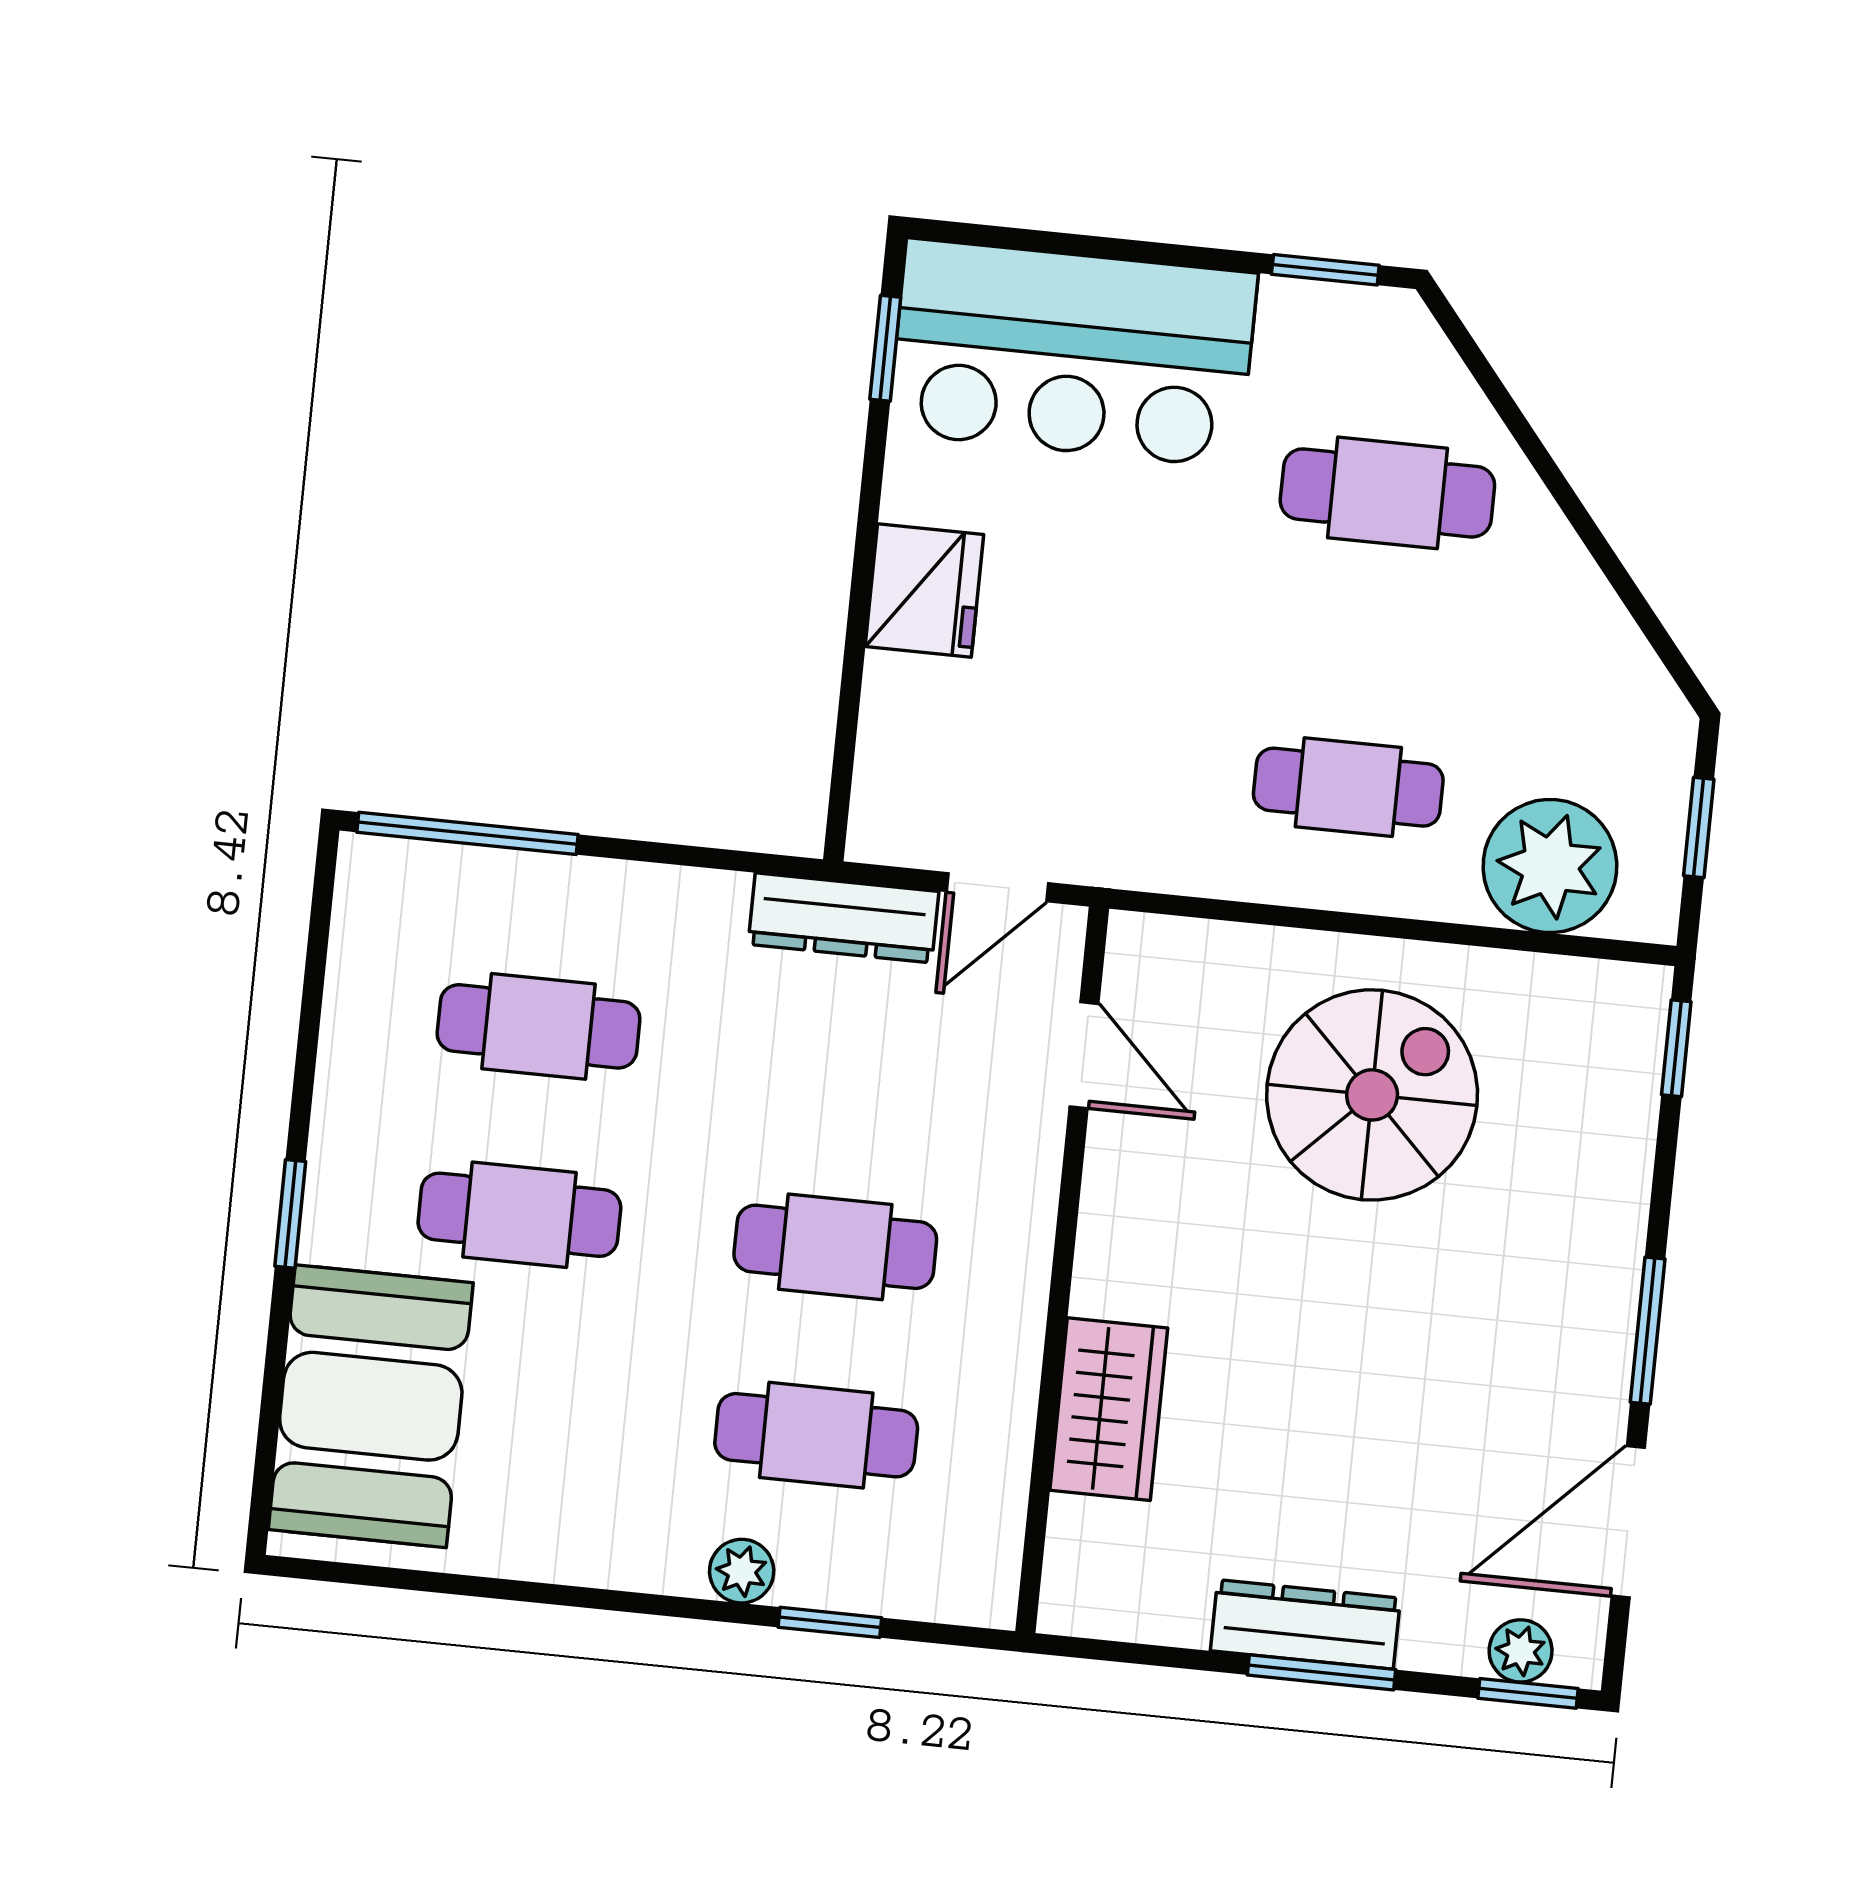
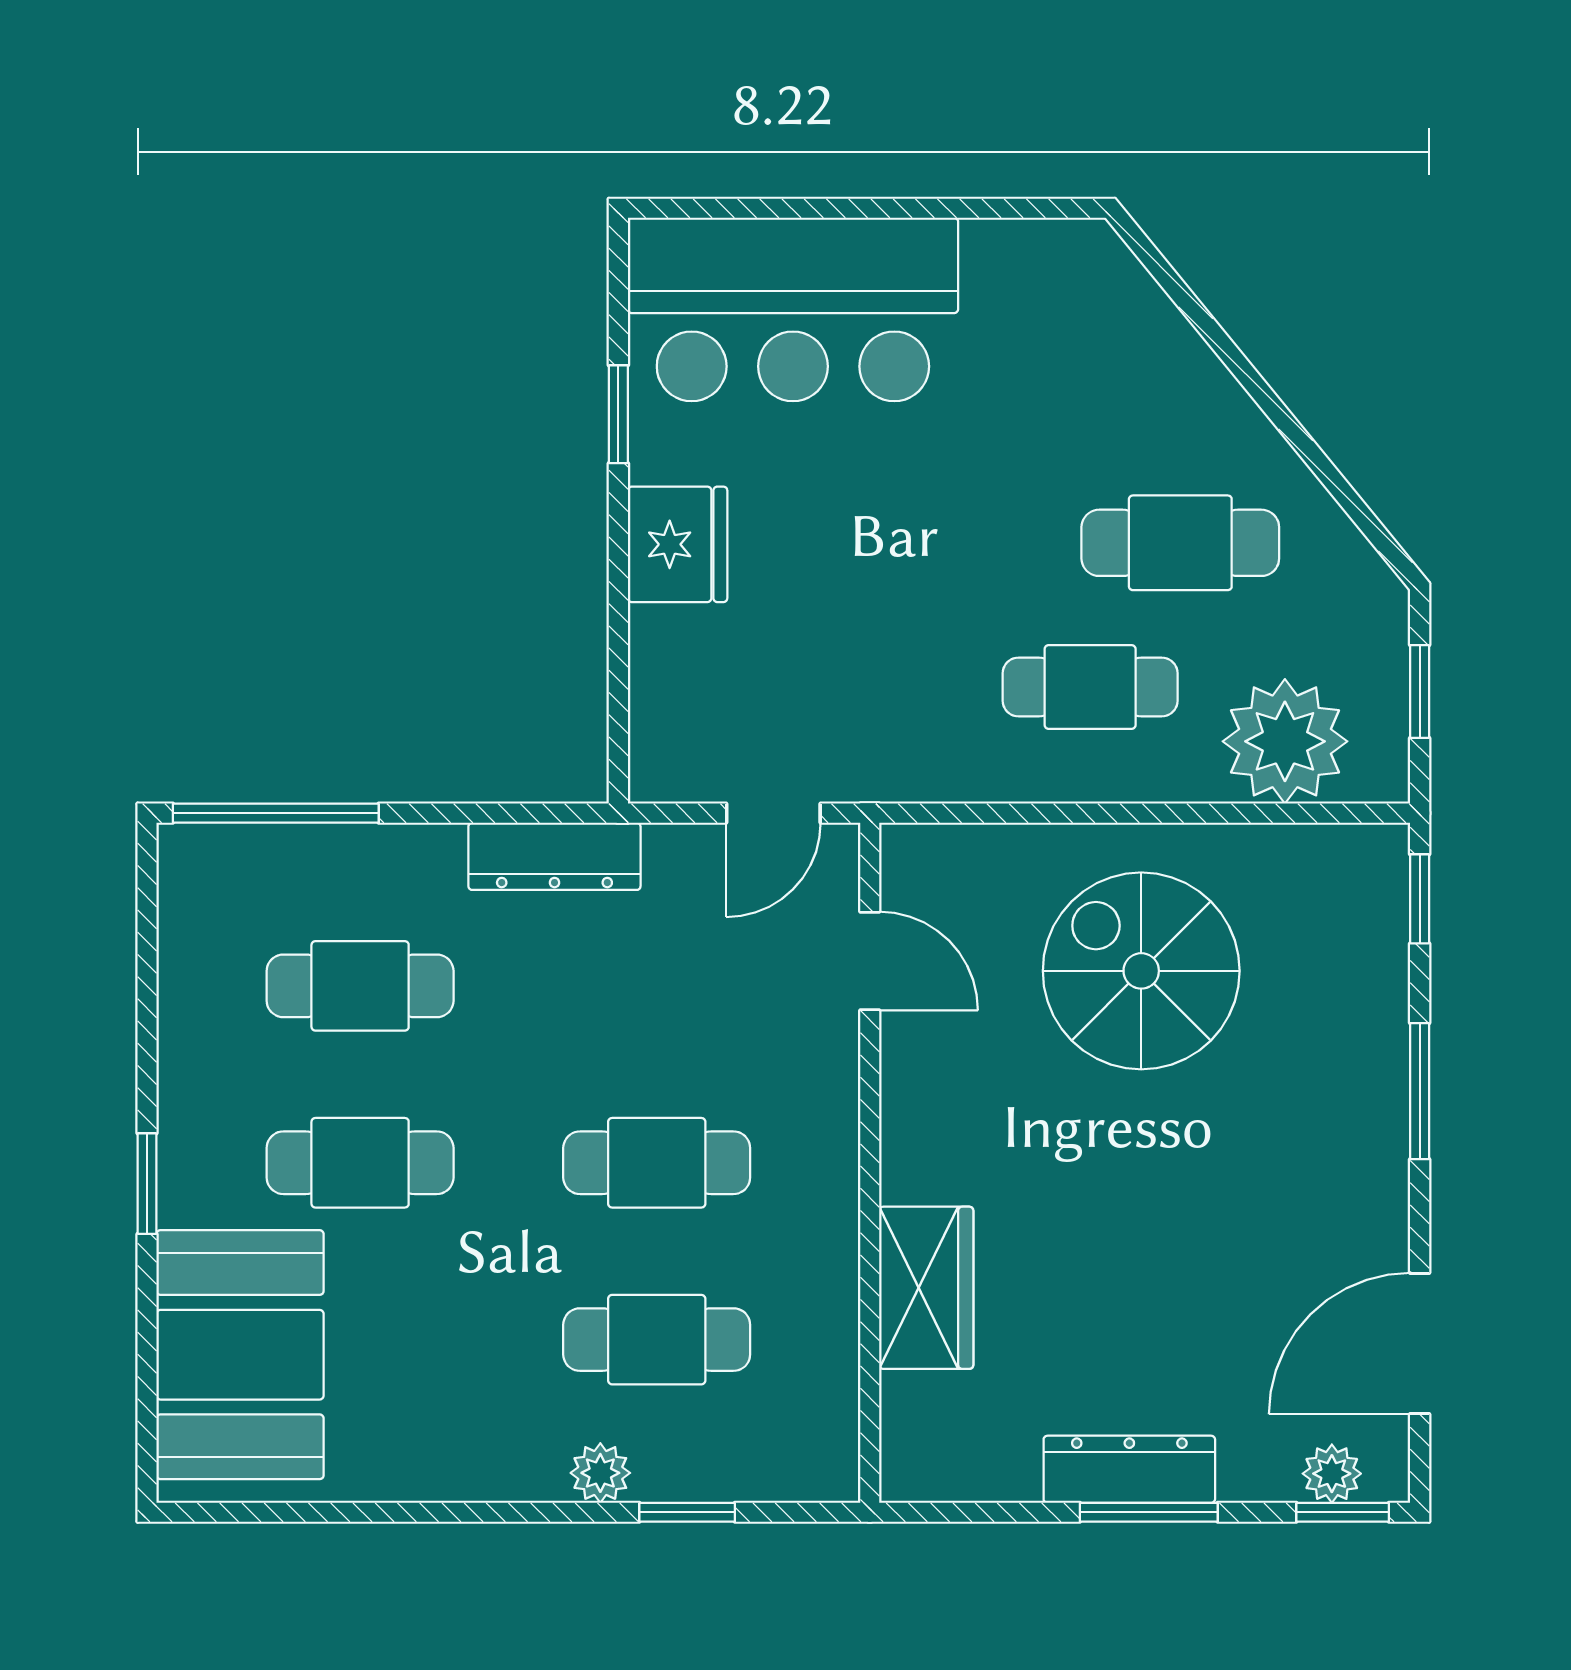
window: (1325, 270) -> (1020, 208), removed
window: (885, 348) -> (618, 414), moved
cafe table: (1387, 493) -> (1180, 543), moved
dresser: (843, 918) -> (554, 856), moved
spiral stairs: (1372, 1095) -> (1141, 971), turned -90
window: (1648, 1331) -> (1420, 1091), moved

